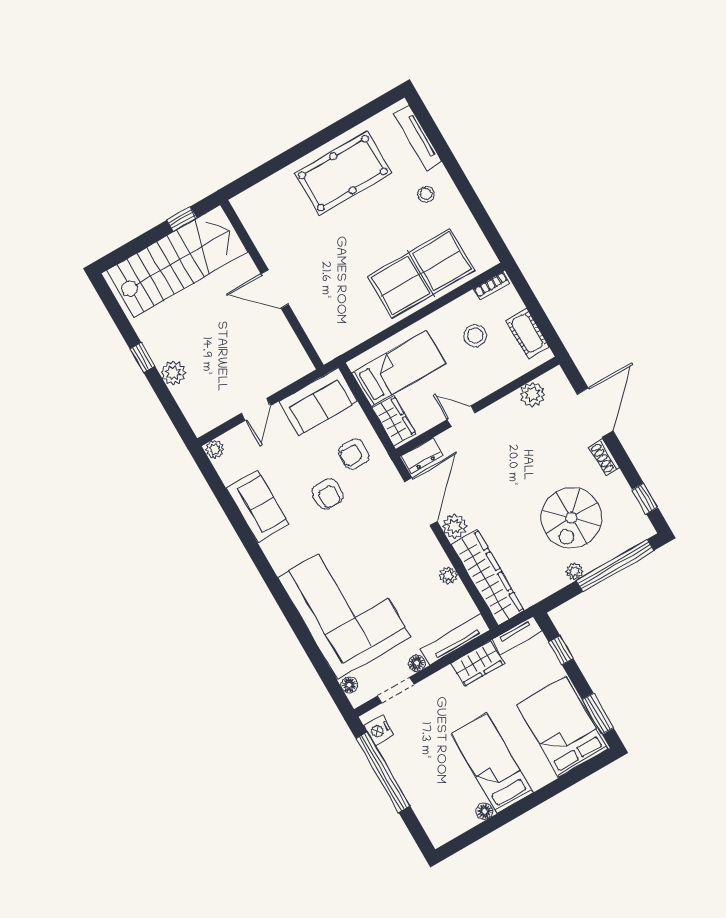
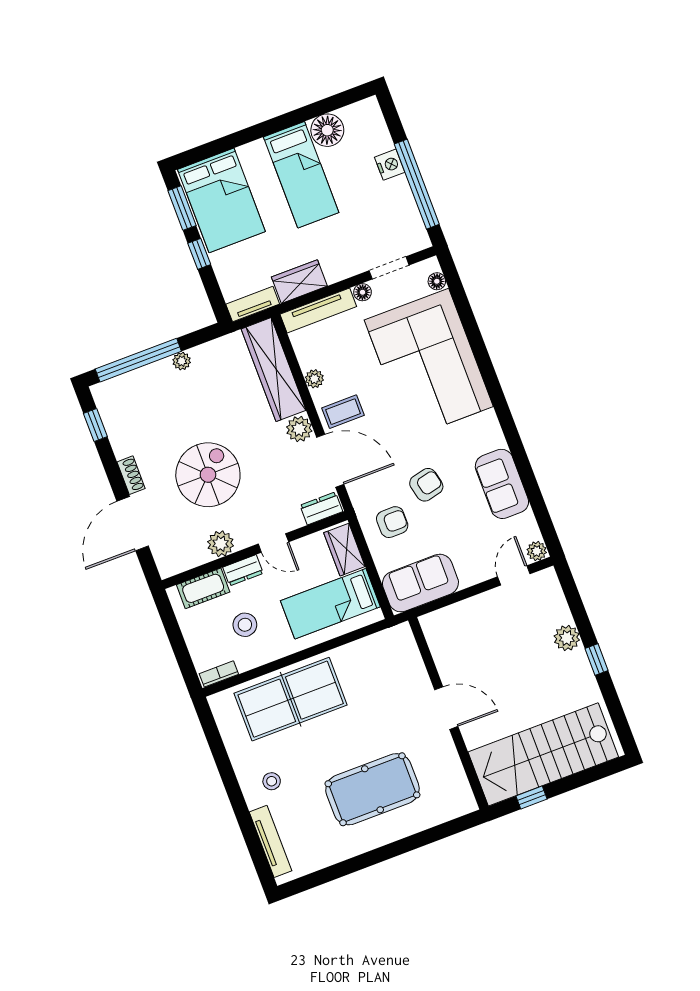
pool table: (343, 173) -> (372, 789), moved
cot: (527, 333) -> (203, 588), moved, turned 90
dresser: (485, 386) -> (243, 570), added
plant: (532, 394) -> (221, 544), moved
door: (256, 409) -> (514, 575), moved
armchair: (328, 494) -> (426, 485), turned 77
door: (421, 501) -> (330, 461), swing flipped
spiral stairs: (571, 518) -> (208, 475), moved
coffee table: (417, 549) -> (343, 412), added
window: (561, 650) -> (199, 254), moved
nightstand: (379, 730) -> (390, 165), moved
floor lamp: (484, 811) -> (327, 130), width x1.89, depth x1.89

